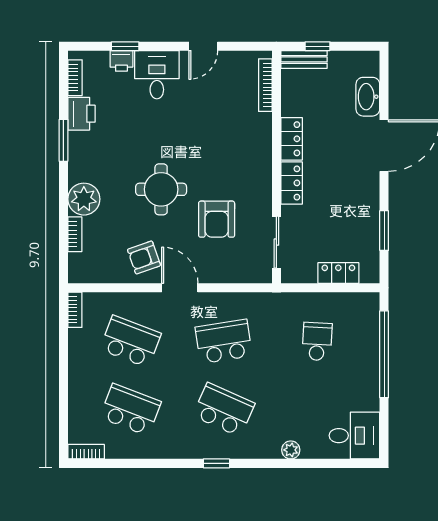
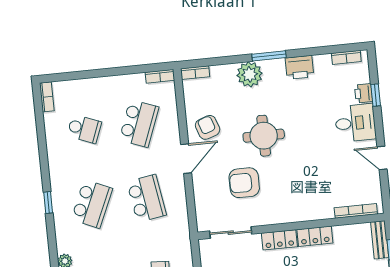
printer: (81, 114) -> (300, 67), moved
window: (63, 140) -> (269, 56), moved
bookcase: (75, 234) -> (195, 73), moved
school desk: (130, 410) -> (84, 129), width x0.54

